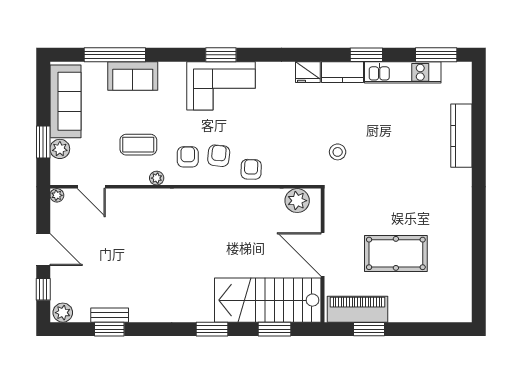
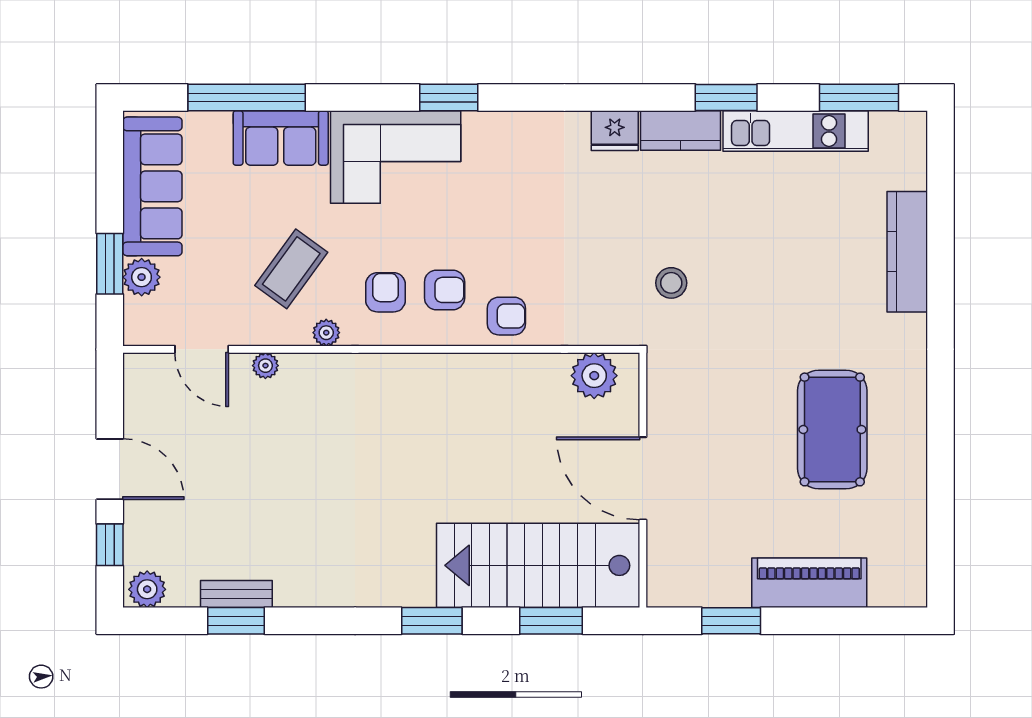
corner sofa: (221, 86) -> (396, 157), moved
coffee table: (138, 145) -> (291, 269), turned -54
armchair: (219, 156) -> (445, 290), turned 84
armchair: (251, 169) -> (506, 316), turned 88
plant: (57, 195) -> (265, 366), moved
pool table: (396, 253) -> (832, 429), moved, turned 90
piano: (357, 309) -> (809, 583), moved

